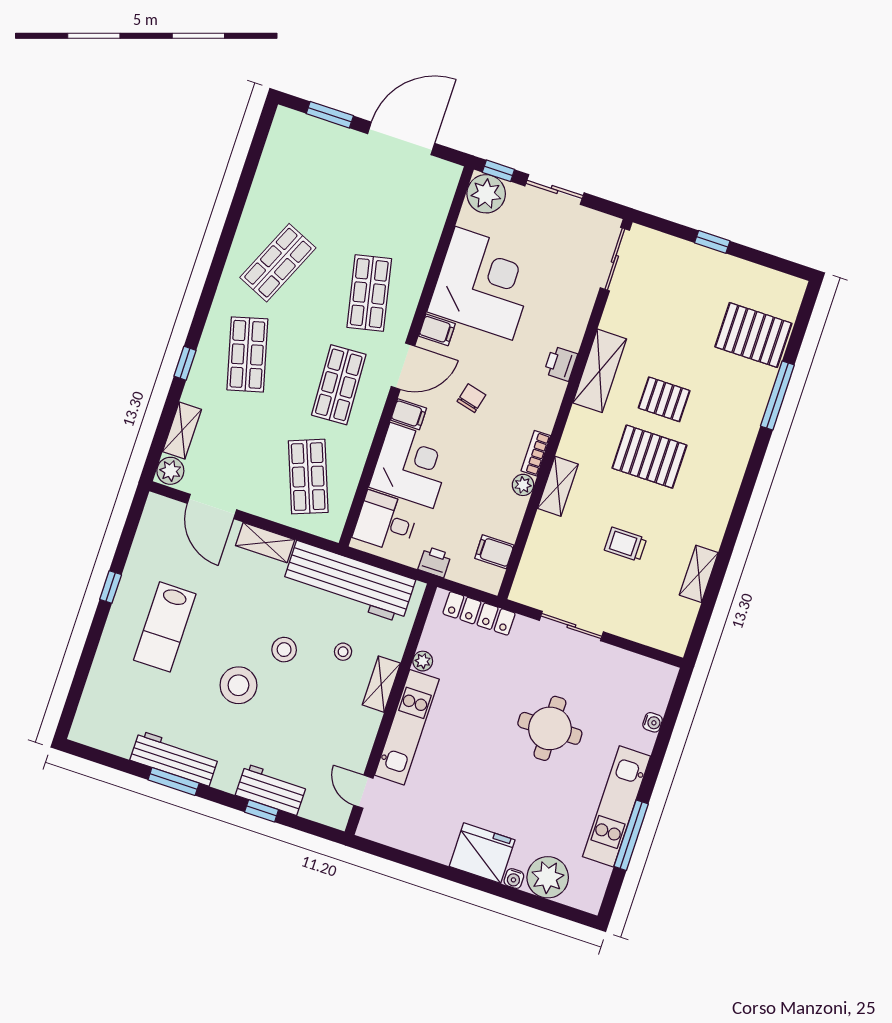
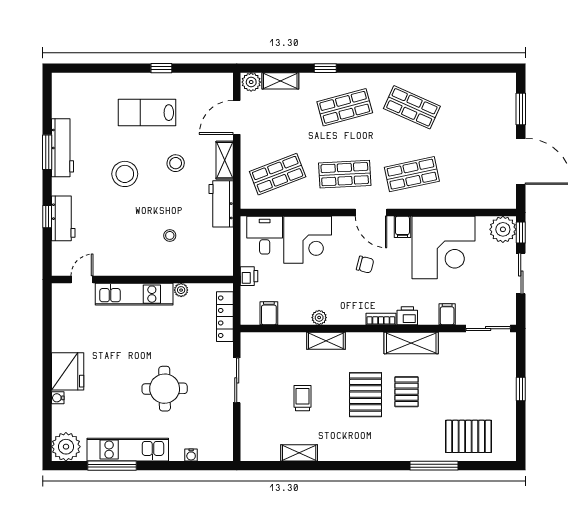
pallet: (753, 335) -> (468, 436), turned 90
filing cabinet: (409, 414) -> (447, 314), moved, turned 180
bookcase: (536, 453) -> (381, 319), moved
workbench: (349, 582) -> (221, 204), width x0.53, depth x0.76
stool: (284, 650) -> (176, 163), moved
shelving: (381, 684) -> (157, 268), removed
plant: (548, 877) -> (66, 447), moved

